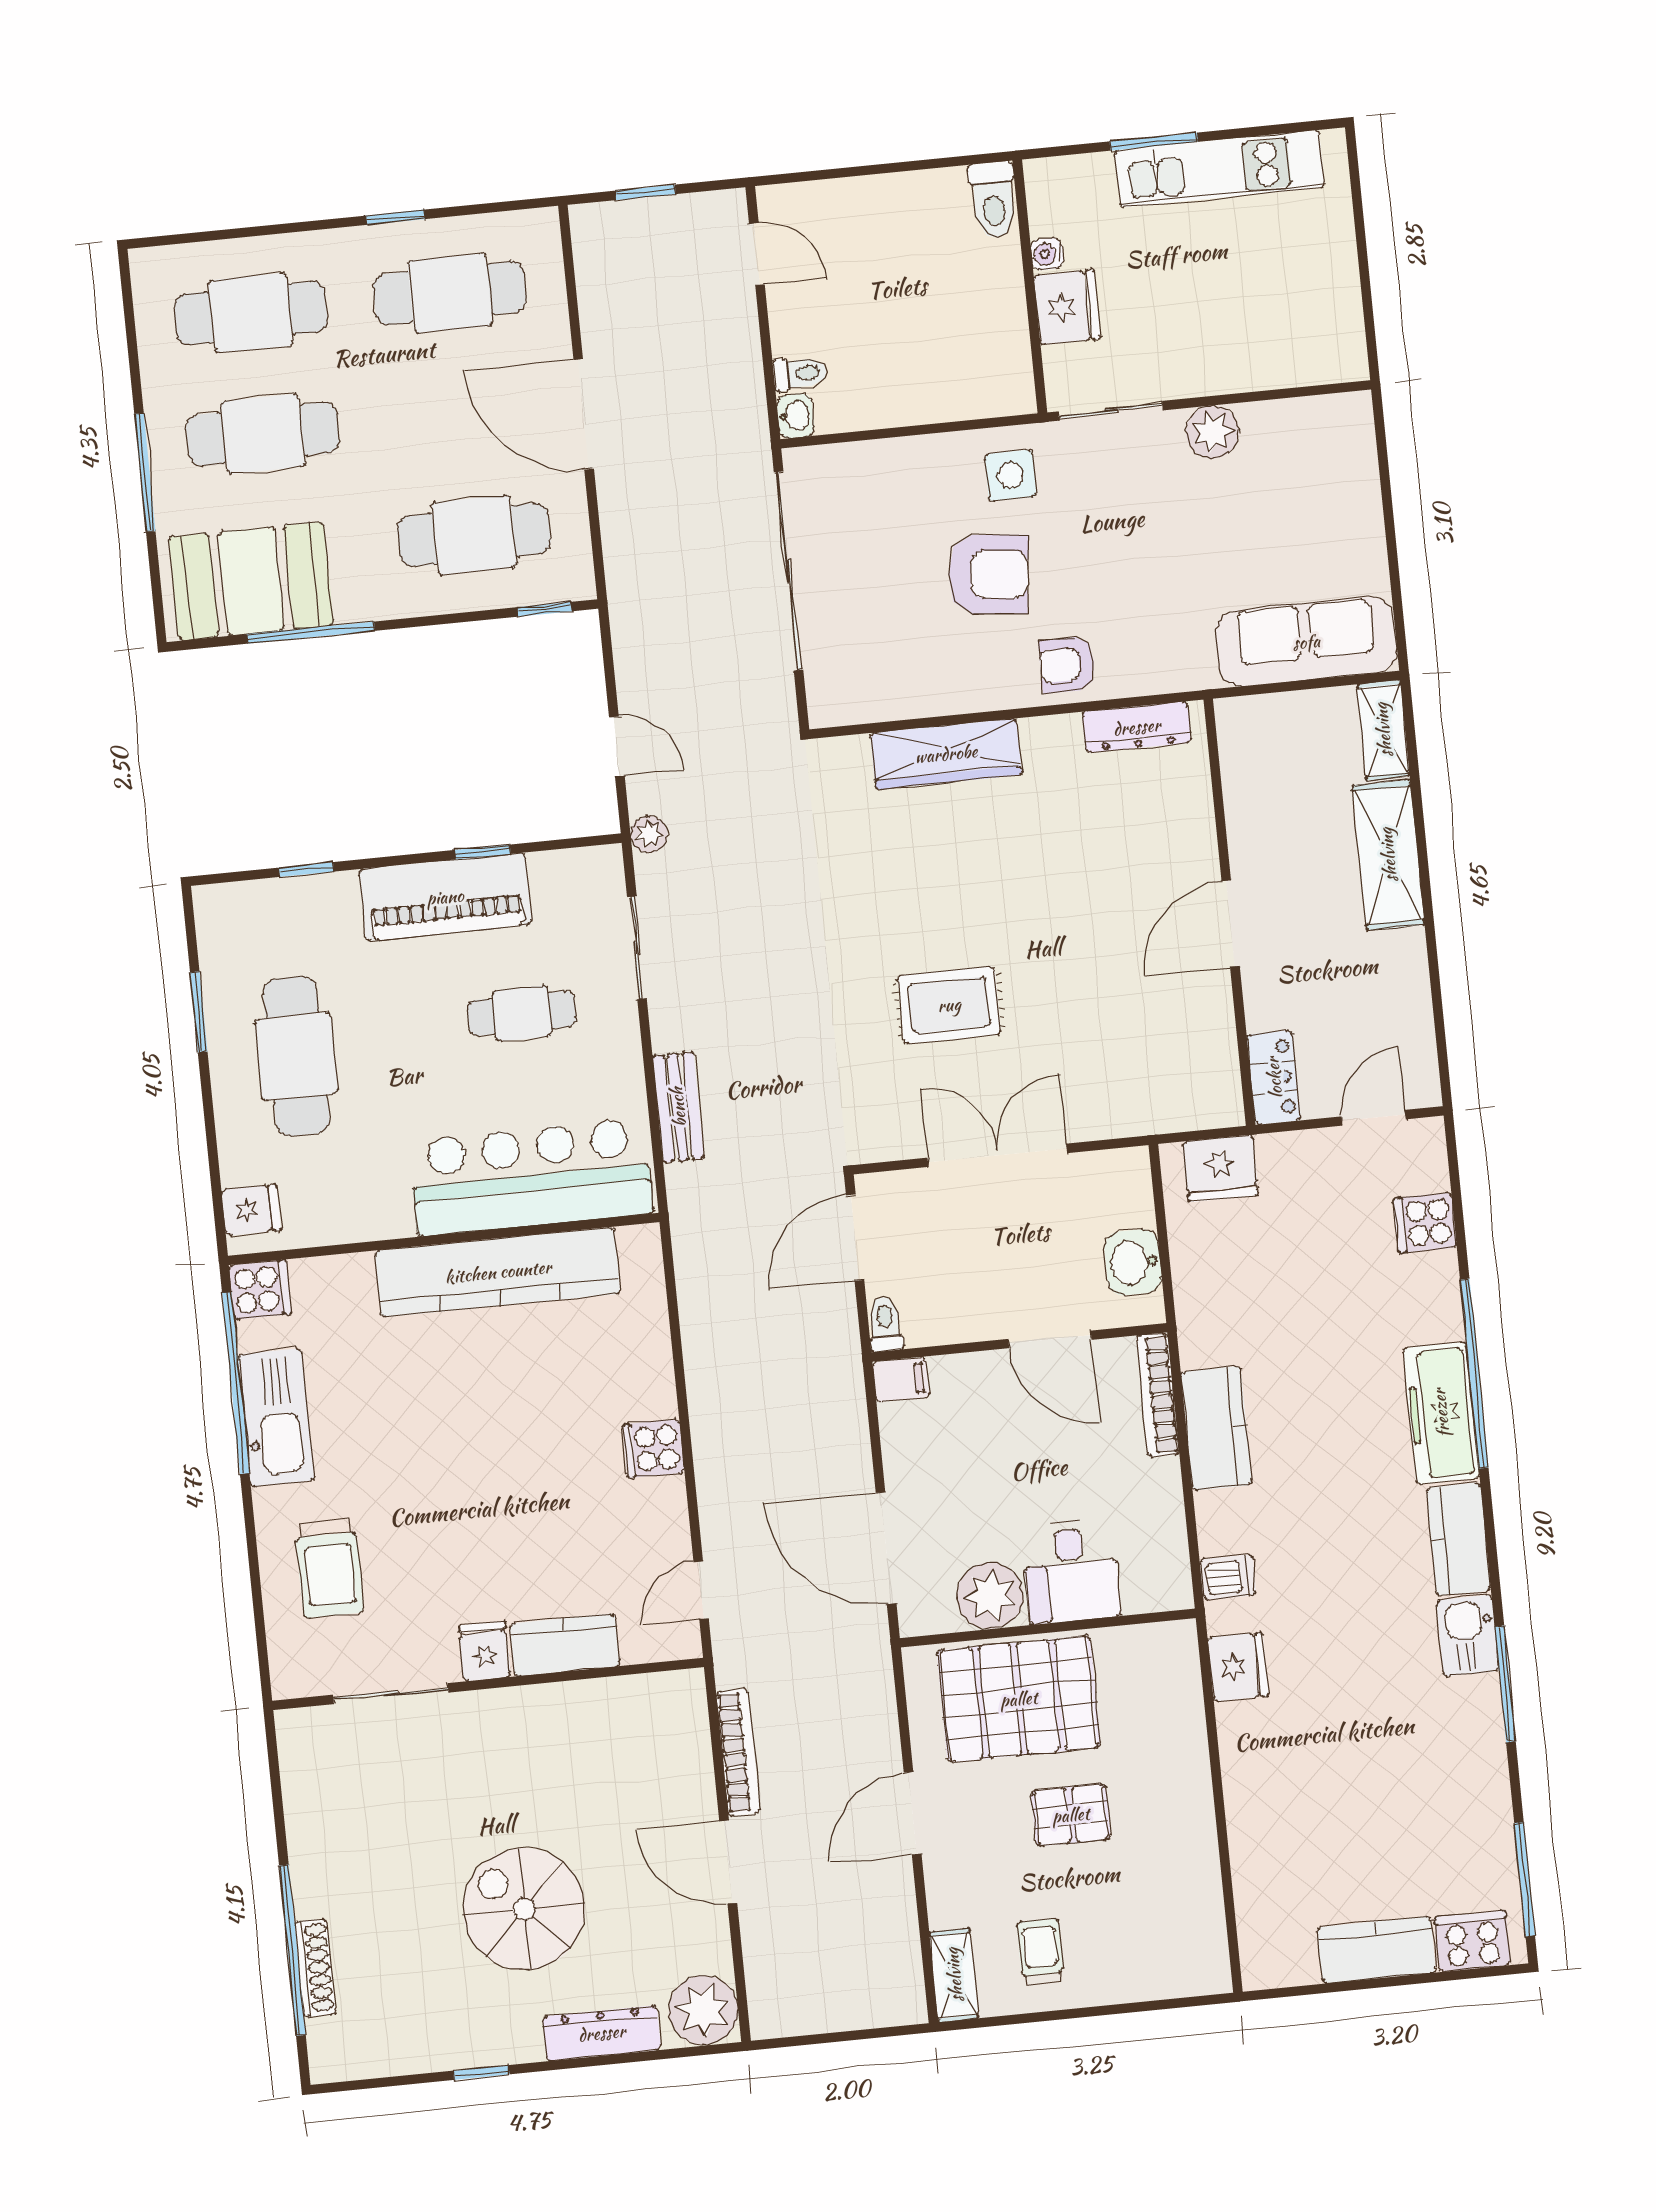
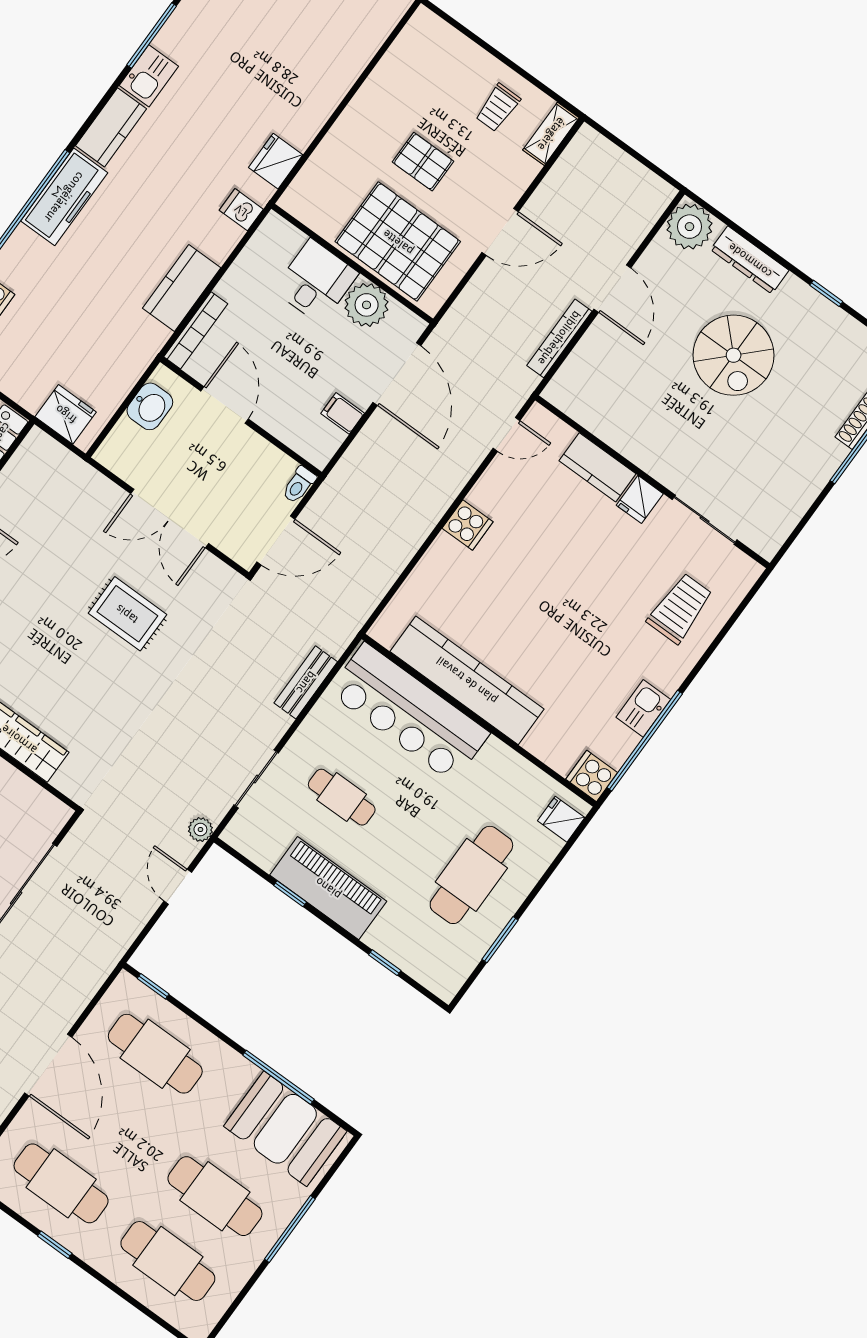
filing cabinet: (901, 1380) -> (343, 413), moved
kitchen sink: (276, 1418) -> (643, 708), width x0.53, depth x0.81

